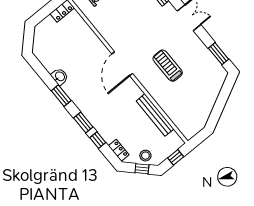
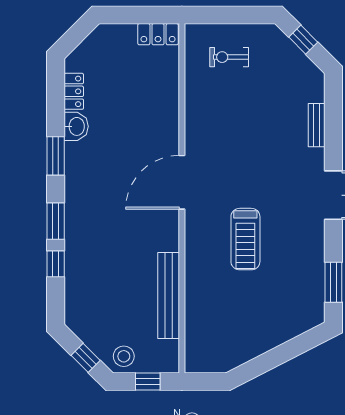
treadmill: (168, 66) -> (245, 239), turned 180
locker: (119, 150) -> (74, 91), moved
stool: (145, 156) -> (124, 356), moved

